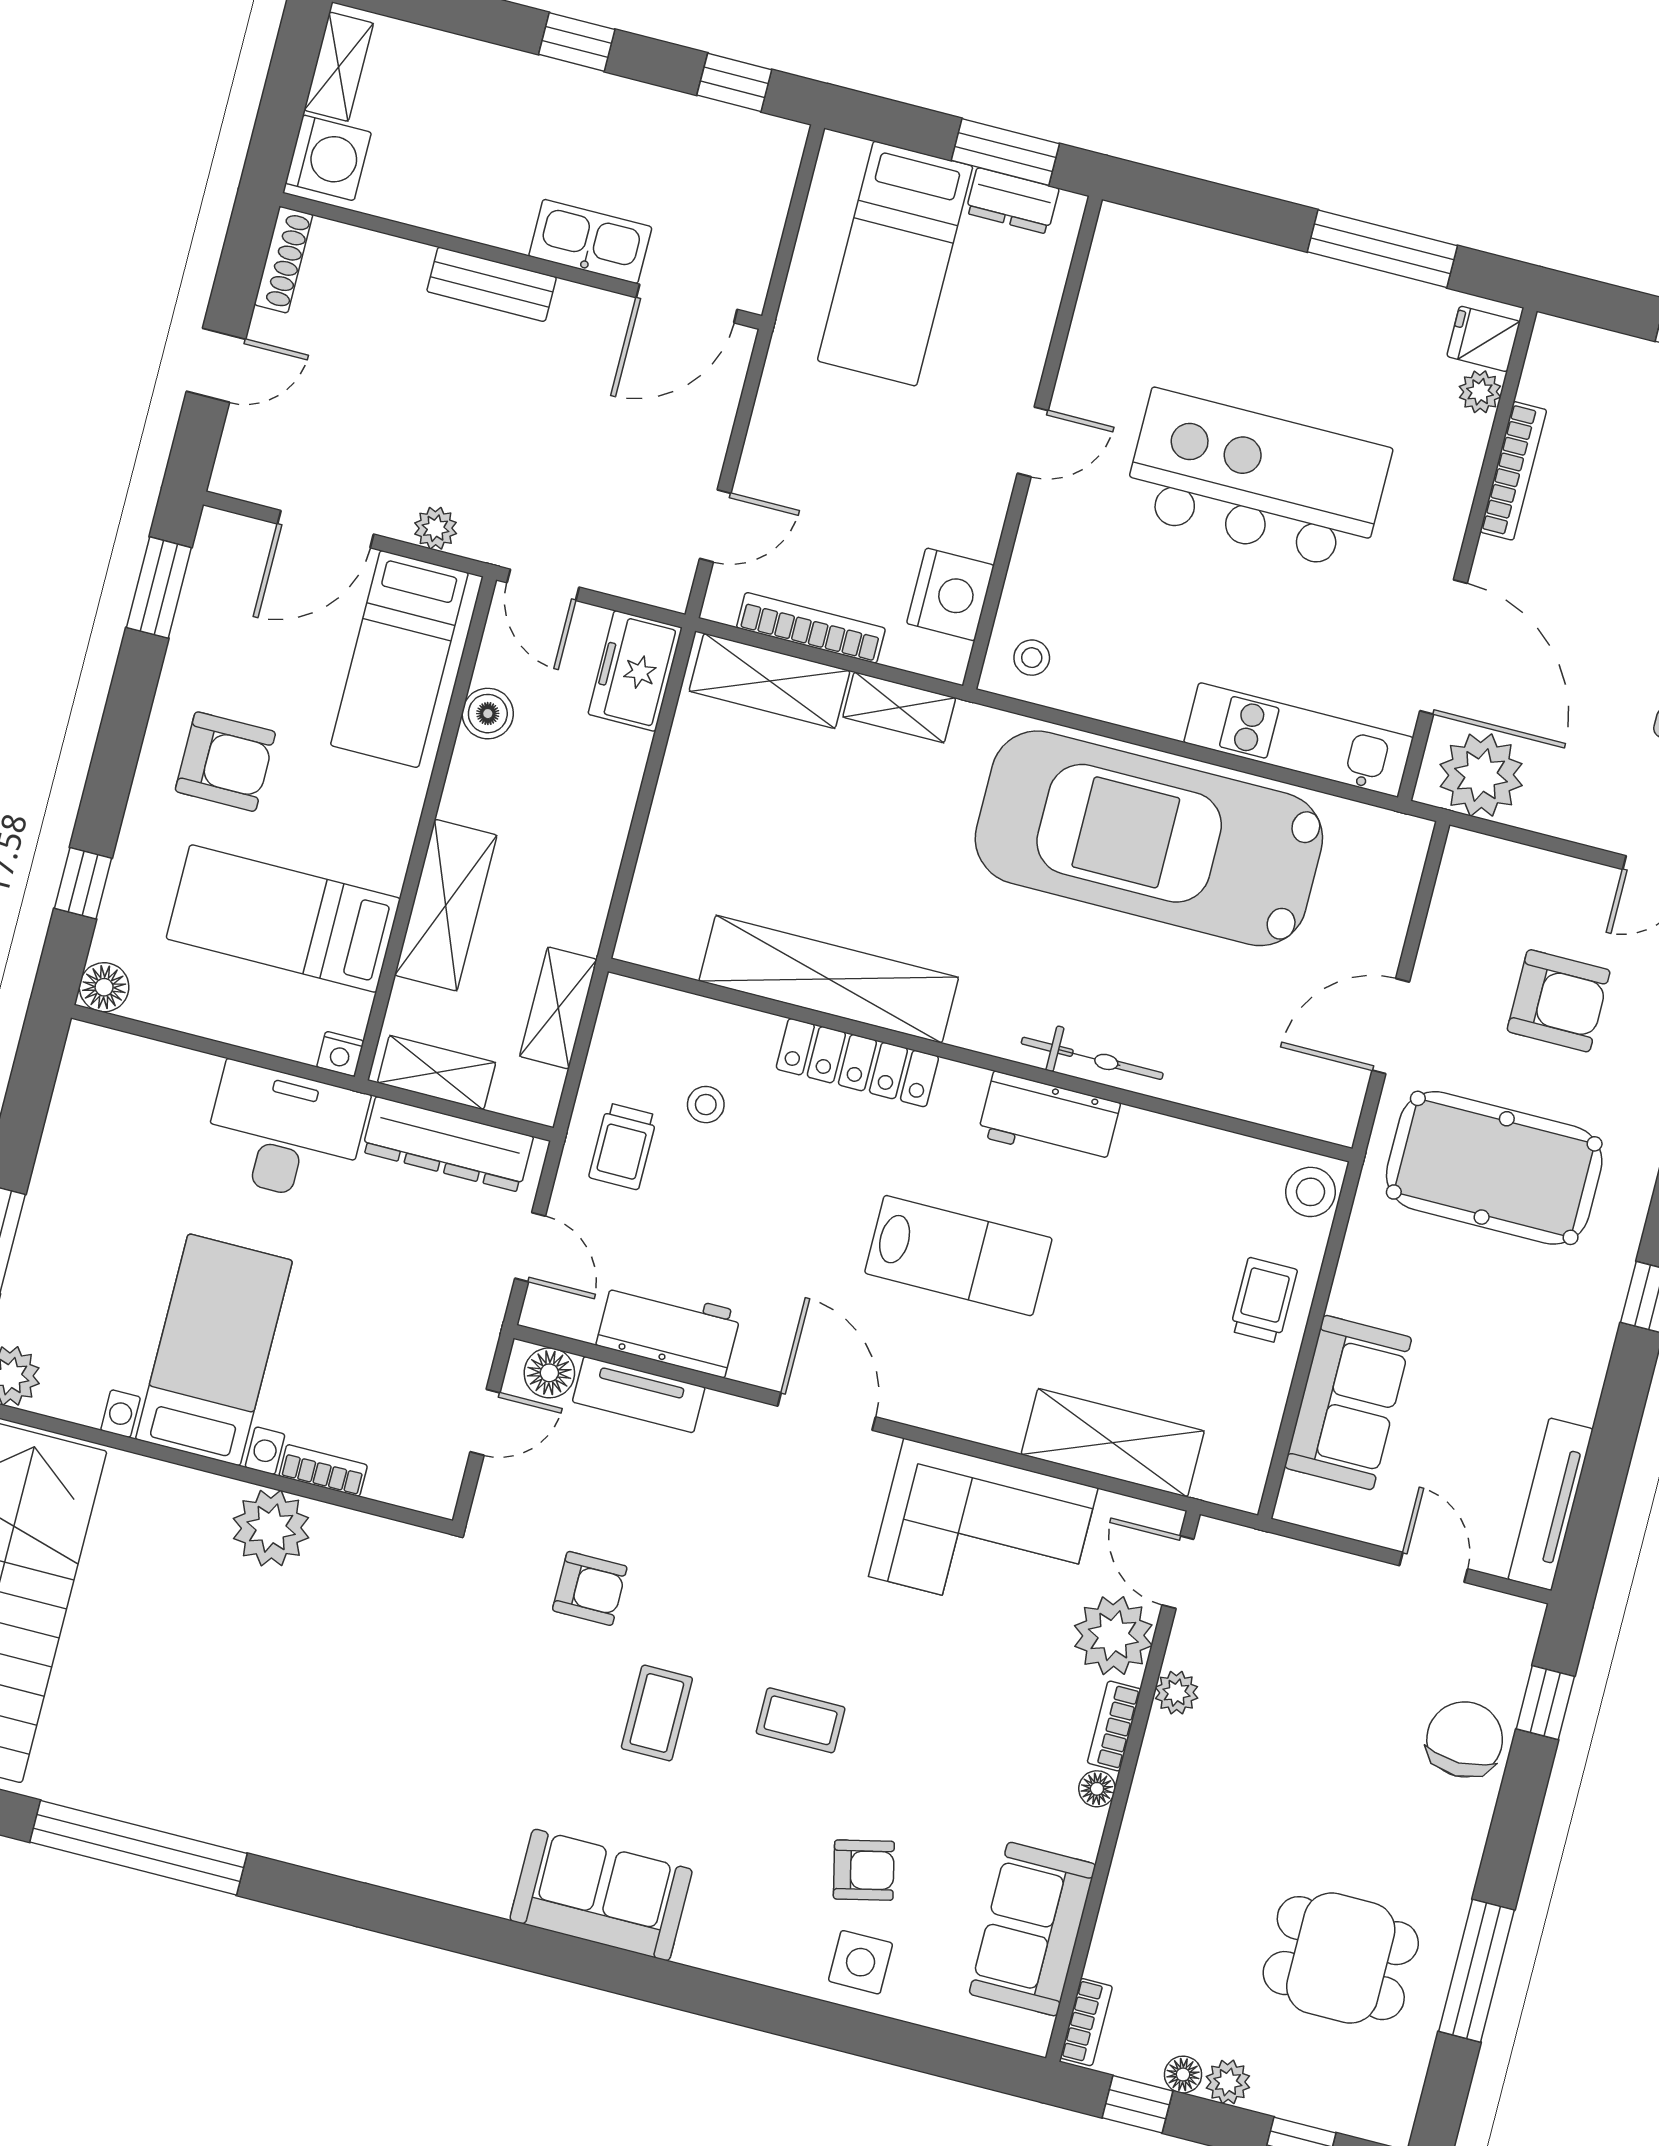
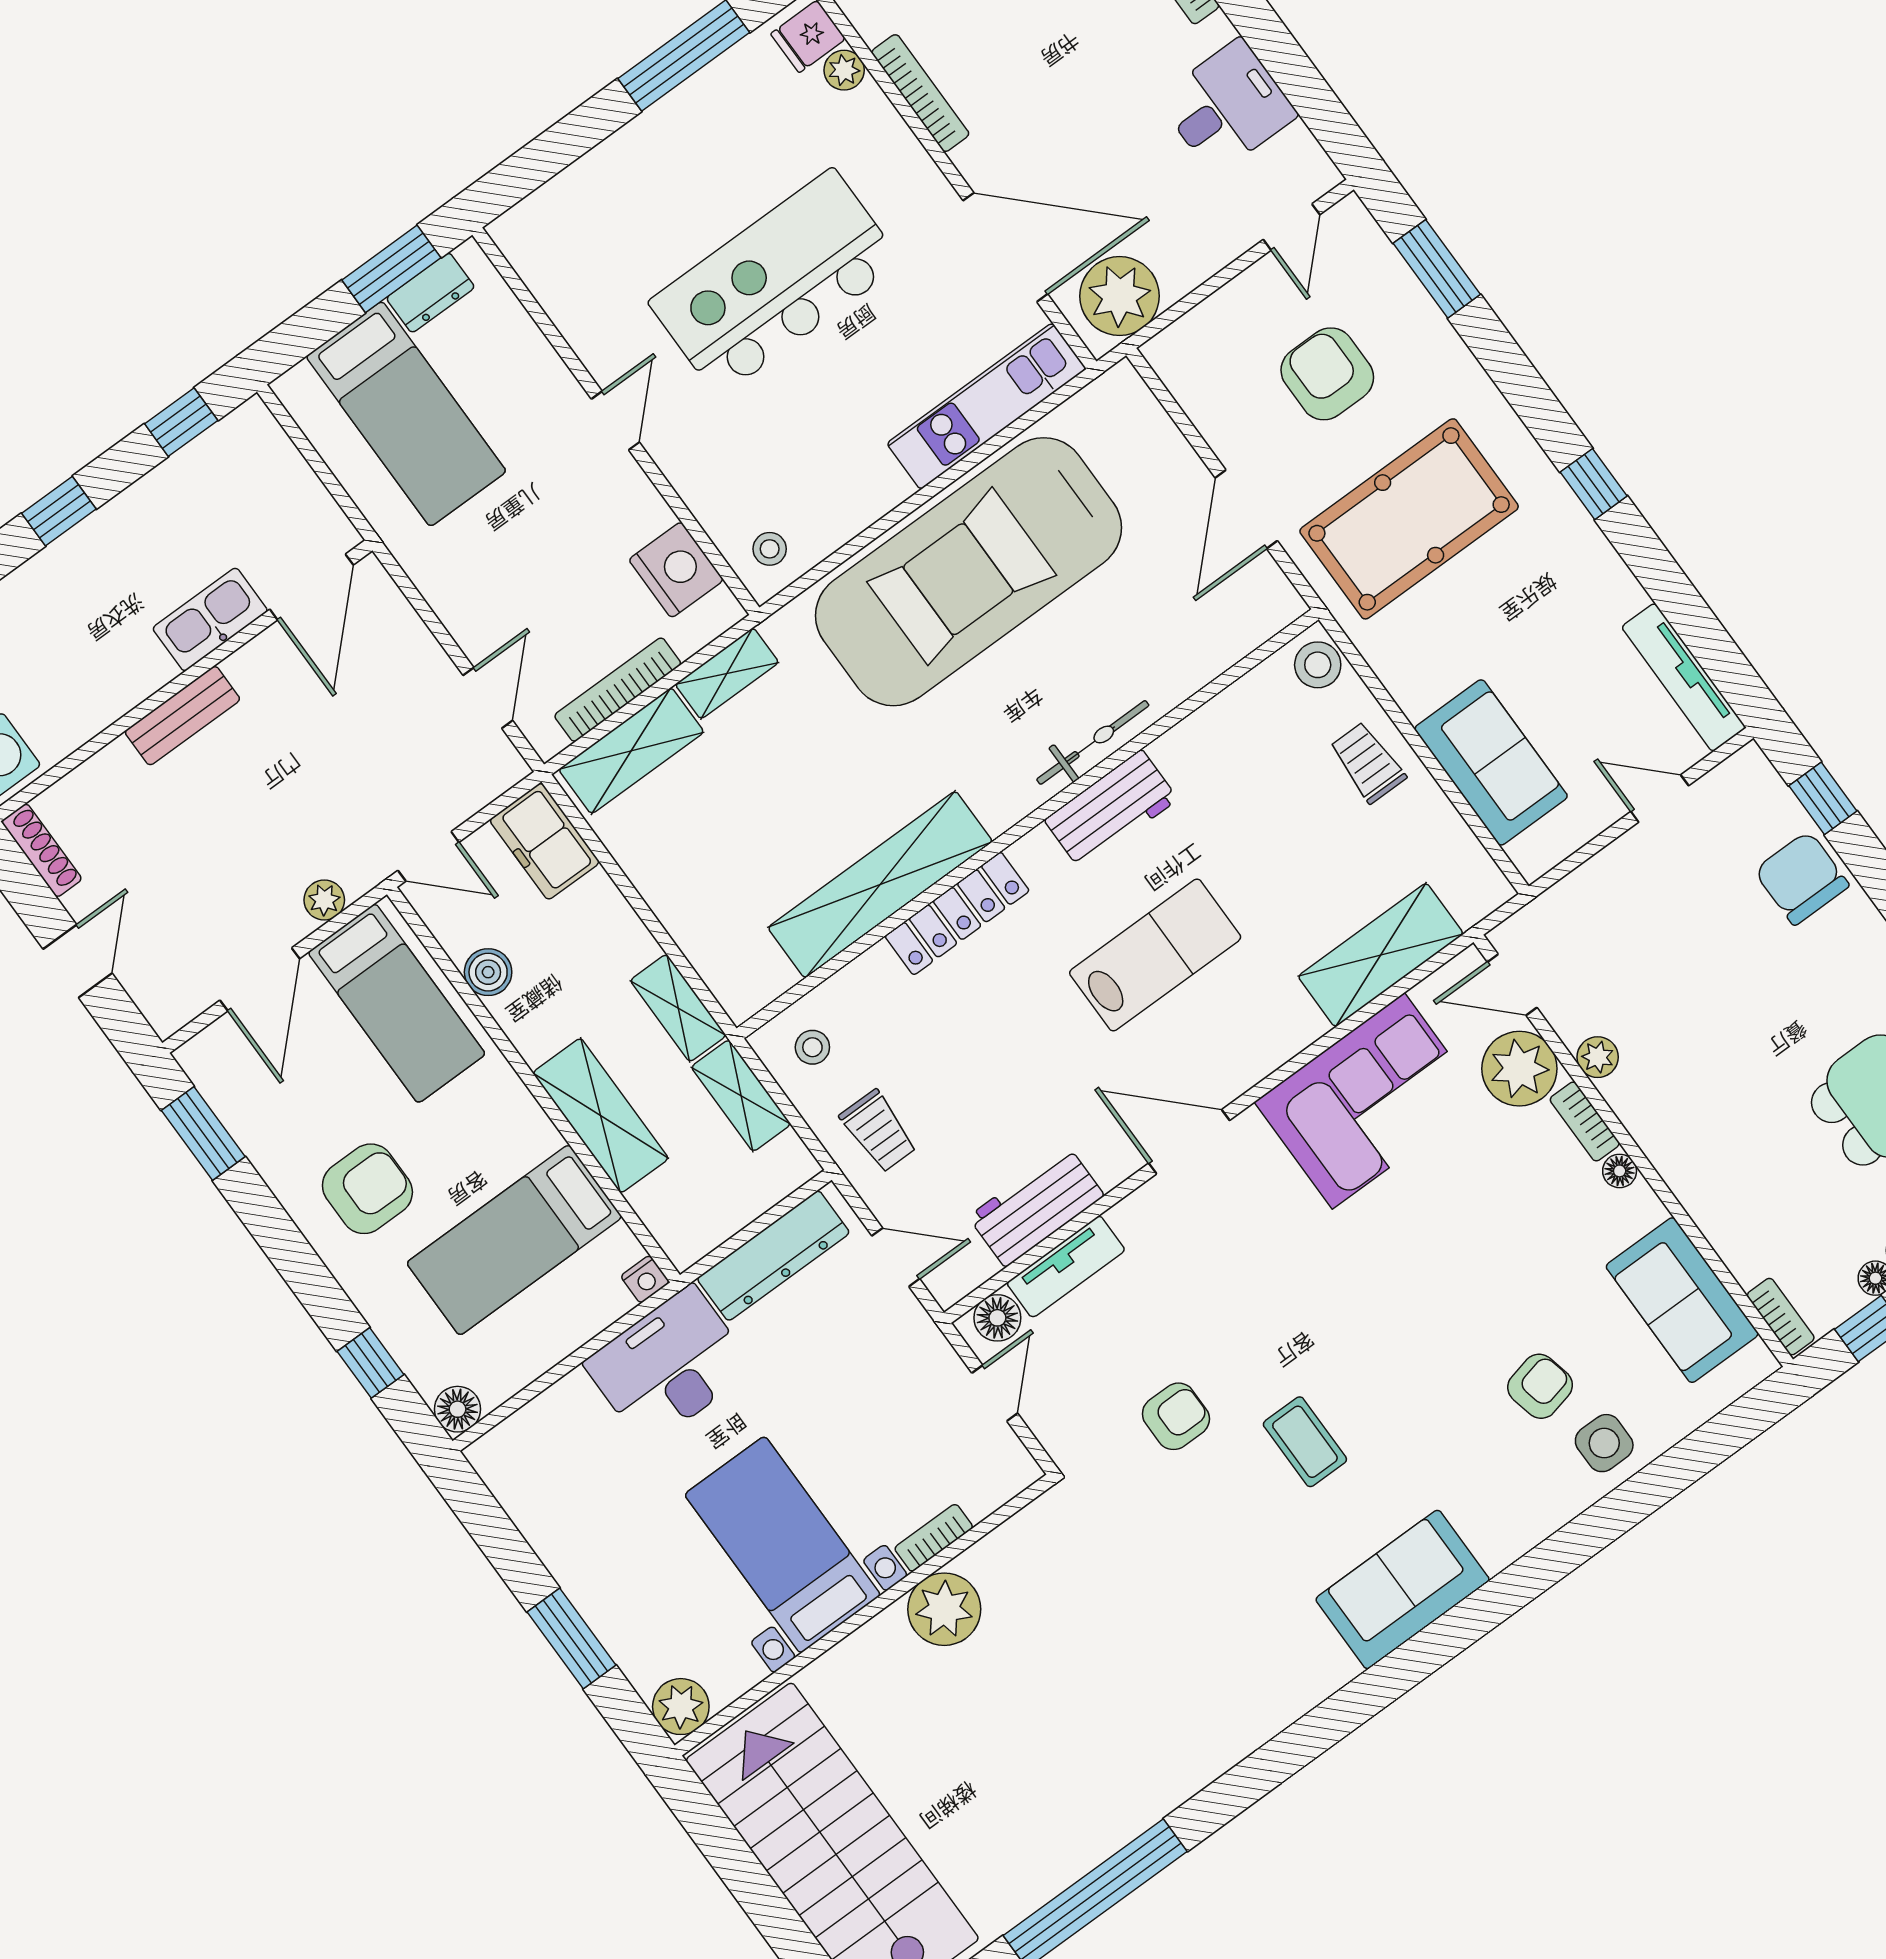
armchair: (1559, 1001) -> (1327, 374), turned -90
shelving: (437, 1073) -> (678, 1008), moved, turned 90
stool: (706, 1105) -> (812, 1047), moved
coffee table: (801, 1720) -> (1395, 1343), removed

